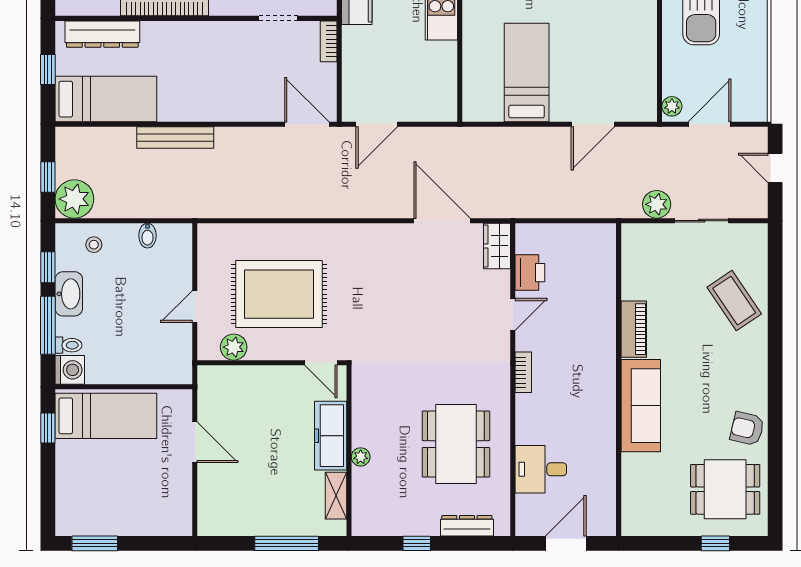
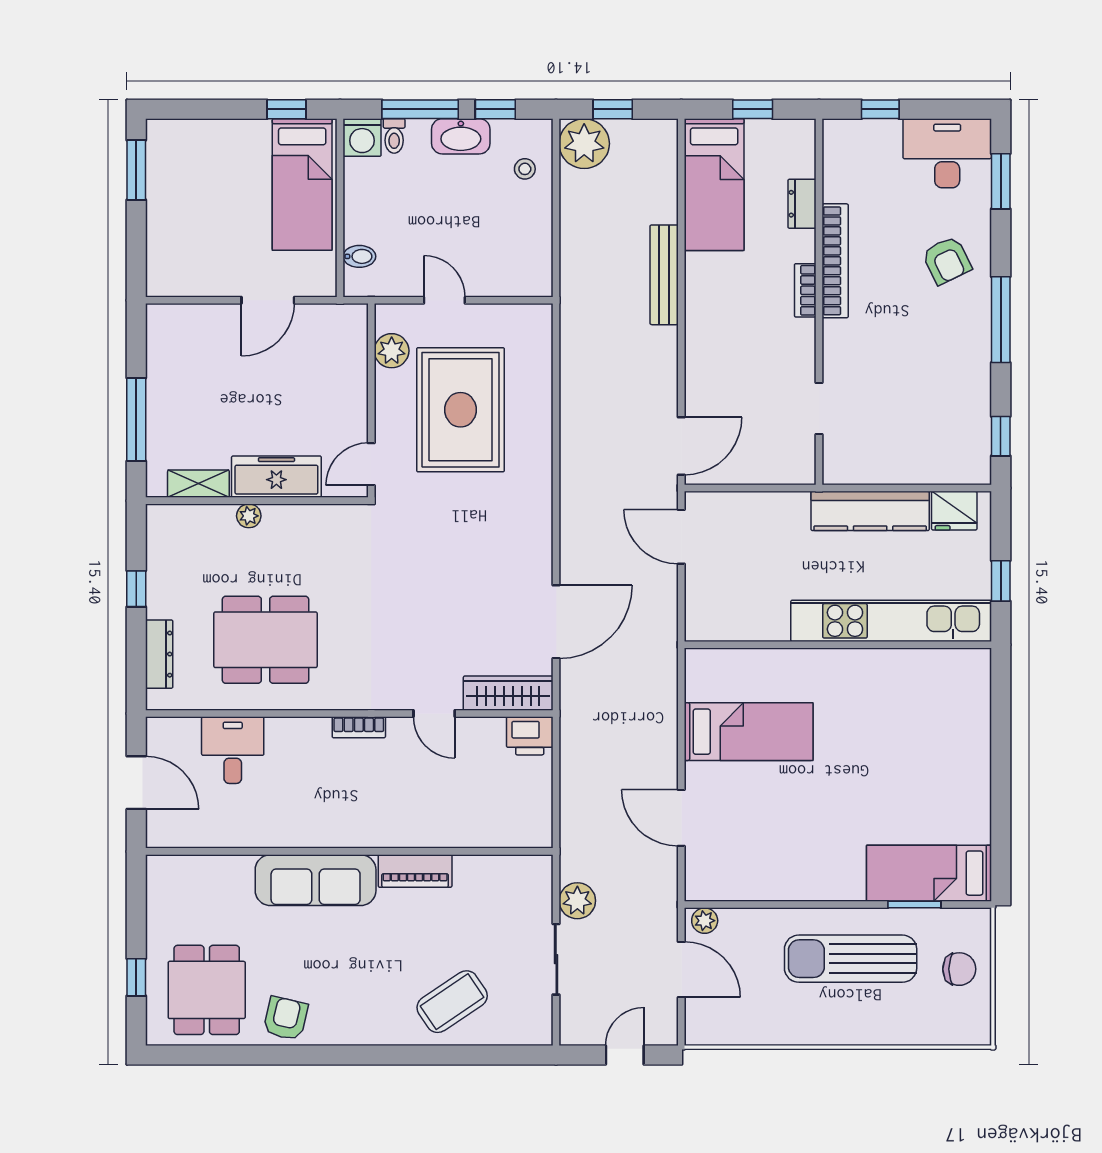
dresser: (102, 34) -> (802, 204), width x0.51, depth x0.80
bookcase: (329, 41) -> (805, 290), moved, turned -90
bidet: (147, 236) -> (359, 256), moved, turned 180
wardrobe: (497, 246) -> (508, 693), width x1.50
printer: (530, 273) -> (530, 736), moved

